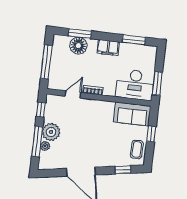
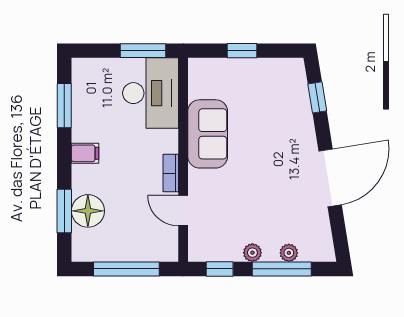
filing cabinet: (108, 48) -> (85, 153), width x0.50
sofa: (132, 114) -> (208, 134), moved
plant: (51, 132) -> (252, 253), width x0.53, depth x0.53
coffee table: (137, 149) -> (275, 75), removed

